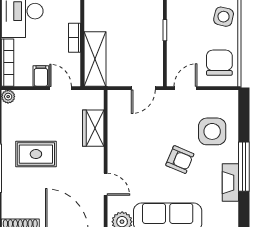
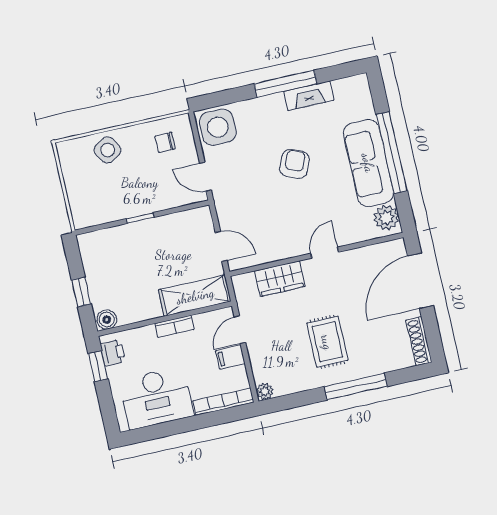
side table: (224, 17) -> (108, 150), turned 45
chair: (219, 63) -> (165, 142), width x0.54, depth x0.54
door: (143, 88) -> (221, 246), moved
side table: (212, 131) -> (218, 127), moved
door: (106, 184) -> (325, 253), moved

